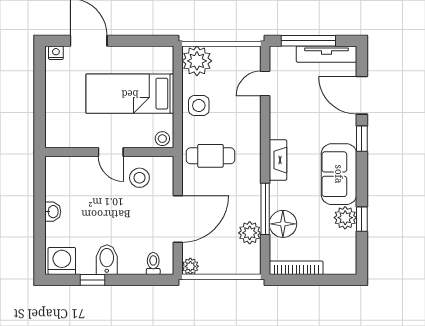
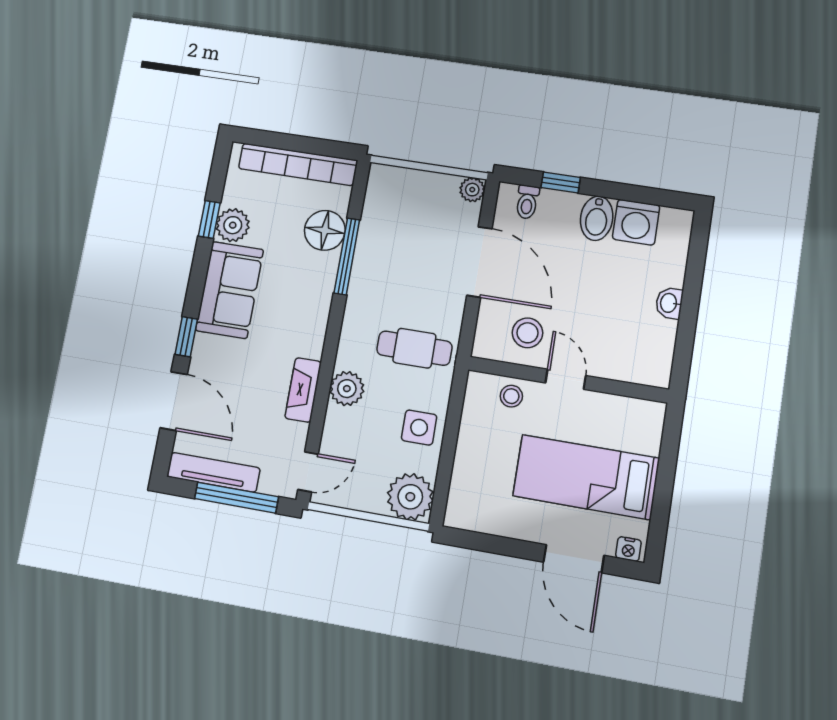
door: (265, 83) -> (308, 472), moved
bed: (130, 94) -> (586, 477), moved, turned 180
stool: (162, 139) -> (511, 396), moved
fireplace: (278, 160) -> (303, 390), moved
door: (178, 219) -> (479, 262), swing flipped
plant: (250, 233) -> (347, 389), moved
washing machine: (62, 261) -> (636, 222), moved
bookcase: (296, 268) -> (298, 164), width x1.48, depth x1.31
window: (92, 280) -> (561, 183), moved

